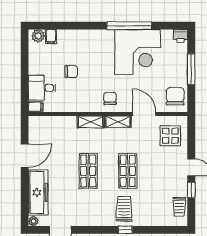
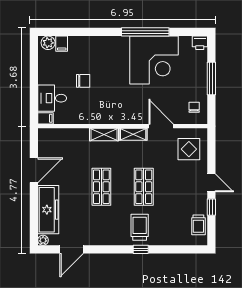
chair: (175, 96) -> (194, 107), width x0.54, depth x0.54
chair: (110, 98) -> (125, 110), removed

